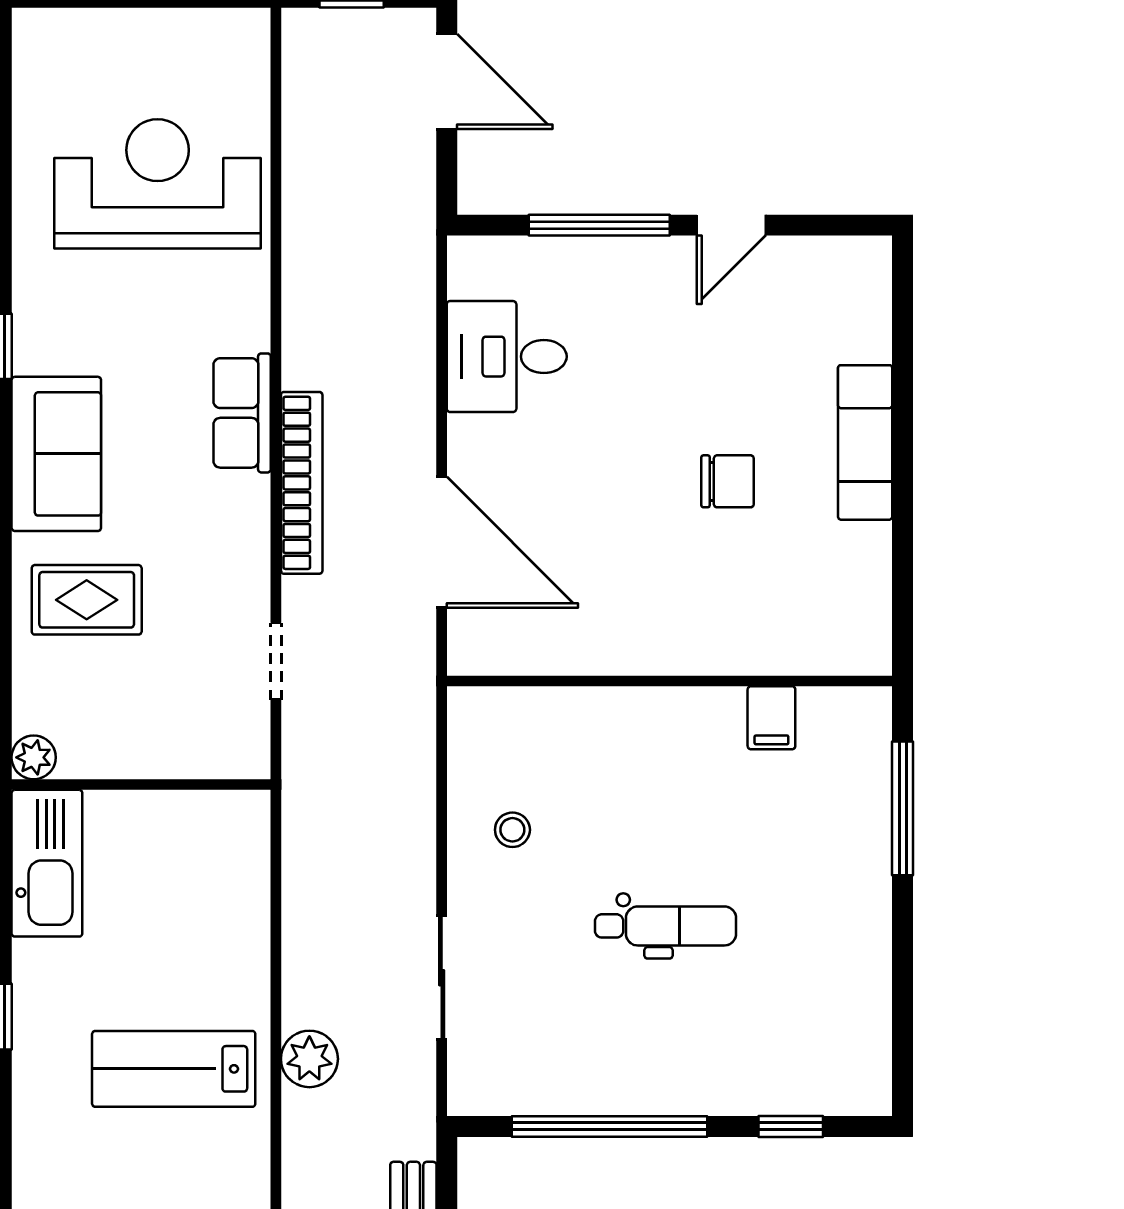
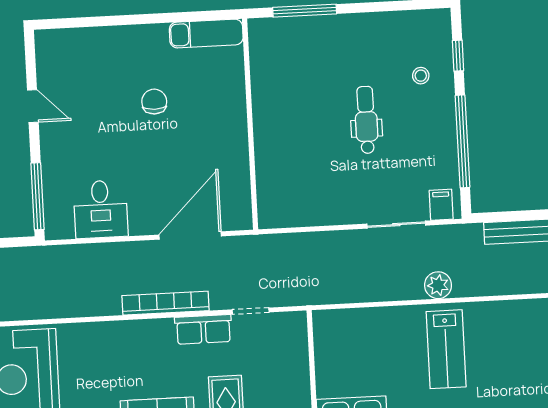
window: (599, 225) -> (38, 196), moved
row of seats: (242, 413) -> (203, 329), moved
exam couch: (865, 442) -> (206, 34), moved
filing cabinet: (771, 718) -> (441, 205), moved, turned -90
stool: (512, 830) -> (421, 76), moved

